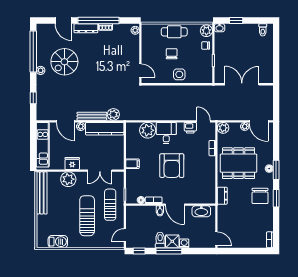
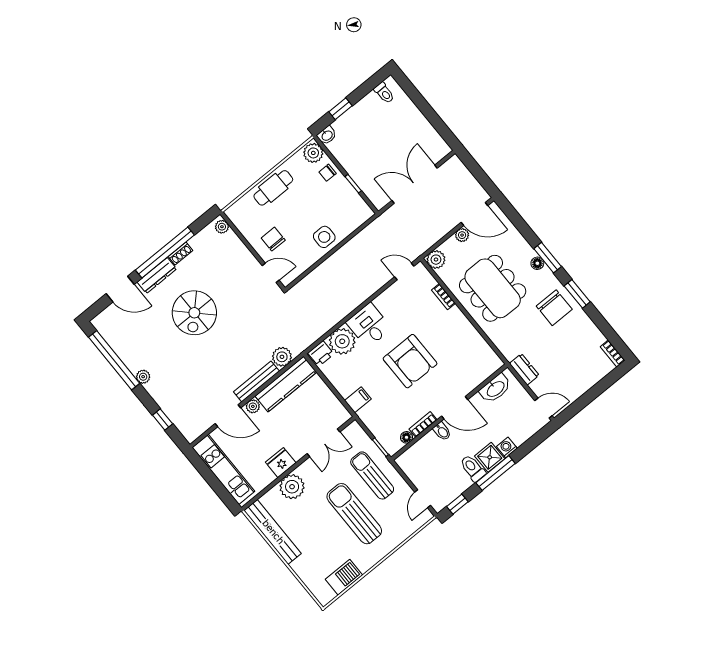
chair: (172, 54) -> (273, 239), moved
spiral stairs: (64, 62) -> (194, 313), moved
printer: (190, 128) -> (321, 354), moved
dining table: (239, 163) -> (493, 288), turned 90
dresser: (222, 196) -> (524, 369), moved

